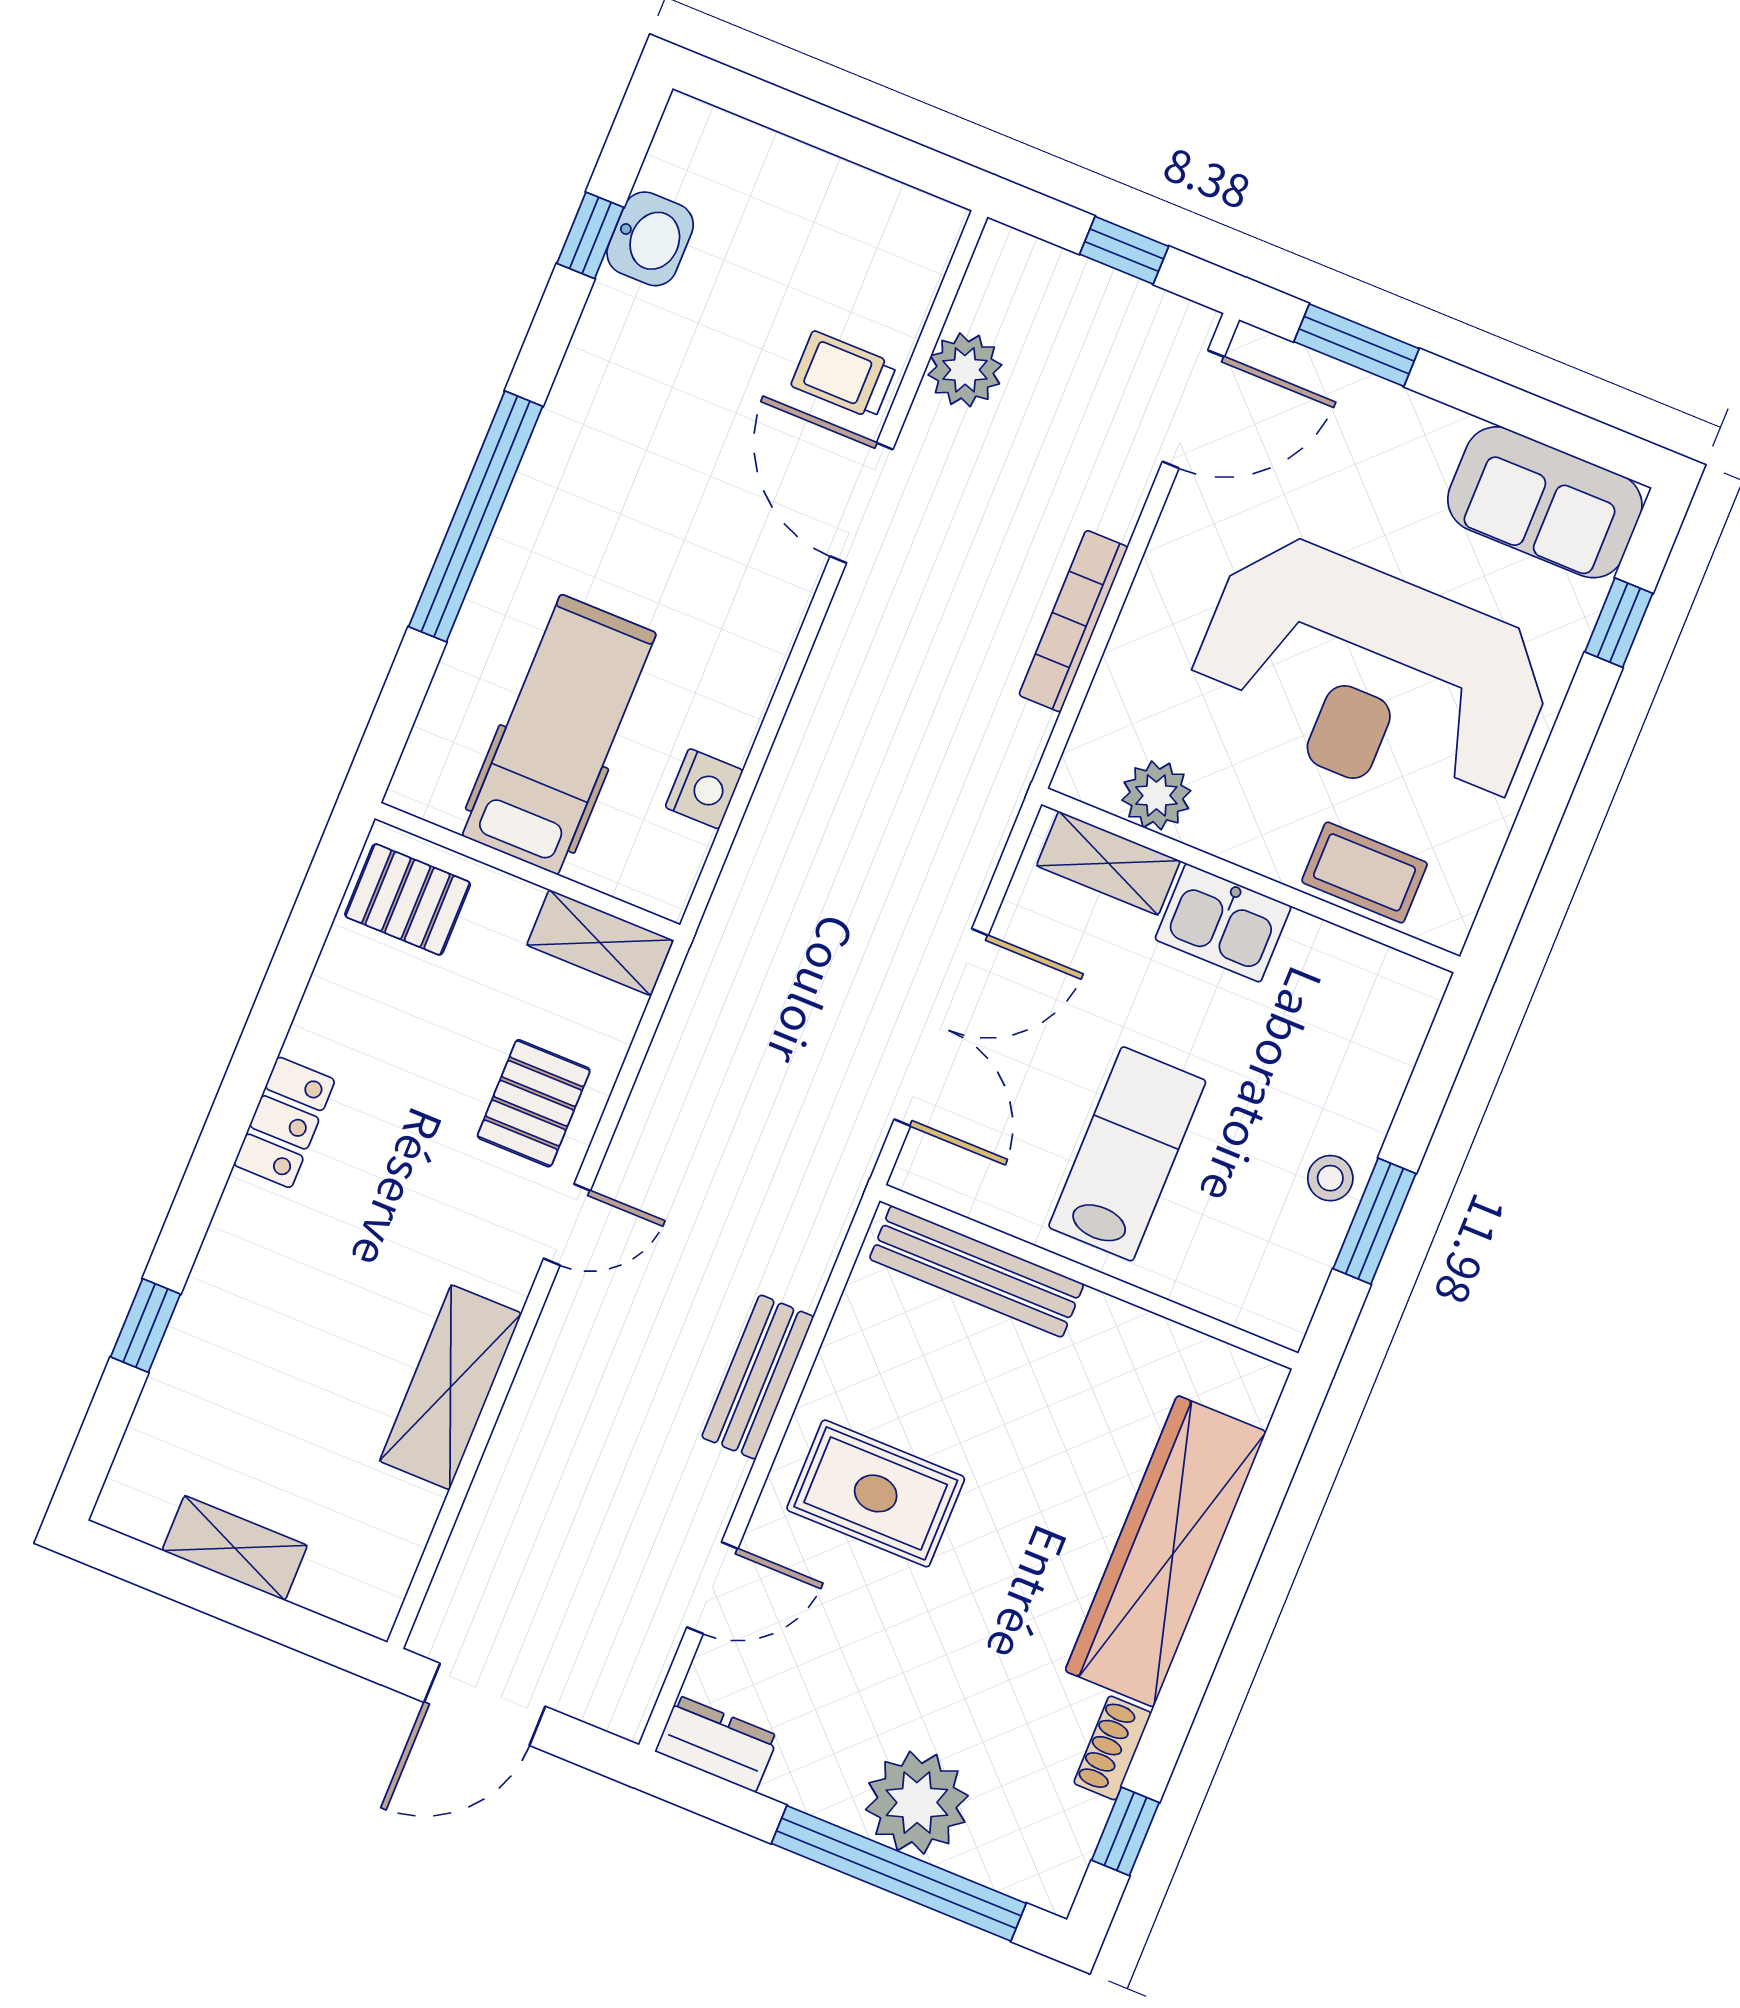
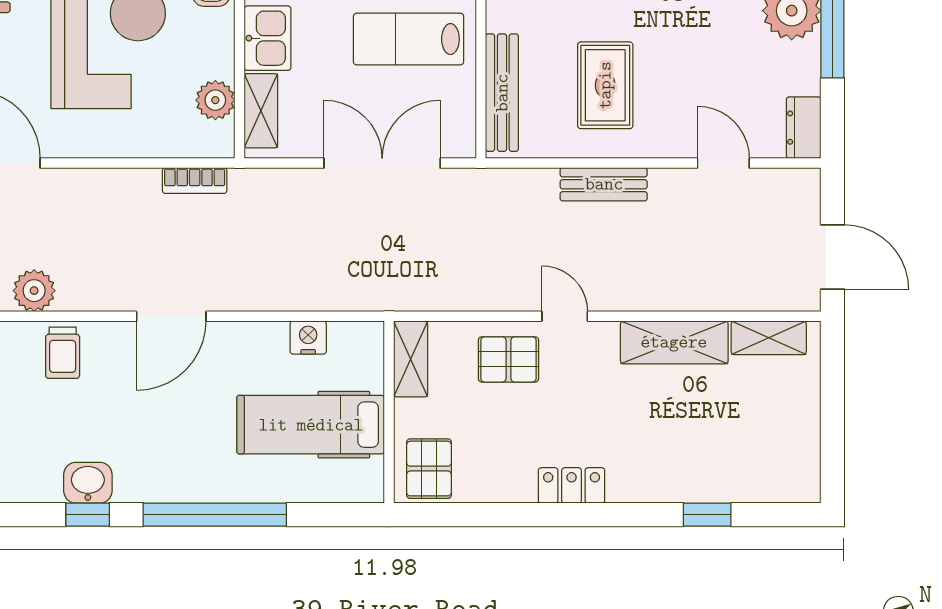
window: (590, 235) -> (88, 515), moved
washbasin: (650, 239) -> (88, 483), moved
door: (861, 503) -> (171, 316), moved
bookcase: (1073, 621) -> (195, 181), moved, width x0.64
rug: (876, 1493) -> (605, 85), moved
shelving: (235, 1548) -> (769, 338), moved, turned 90

